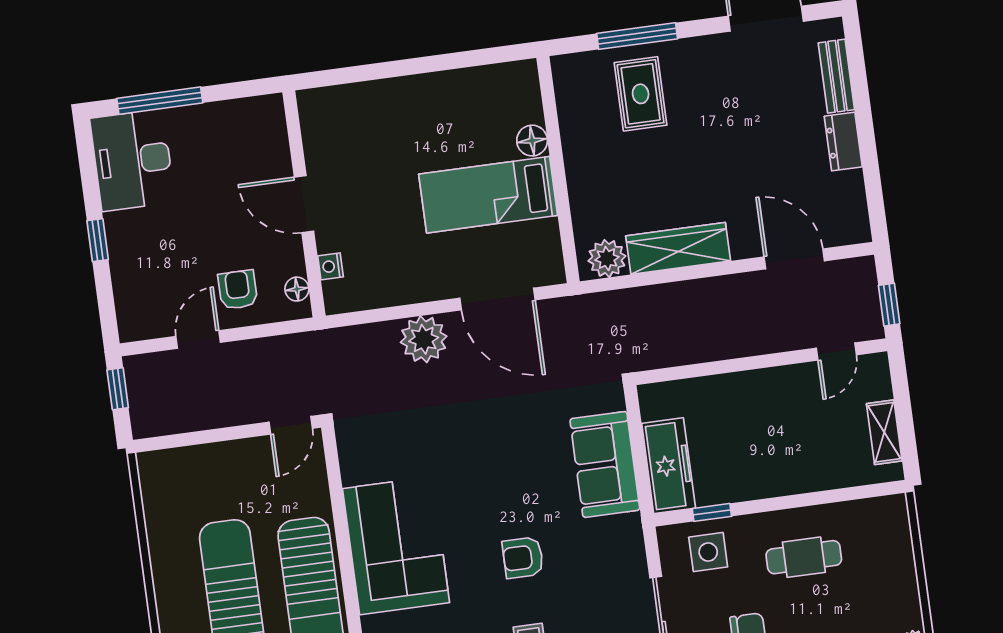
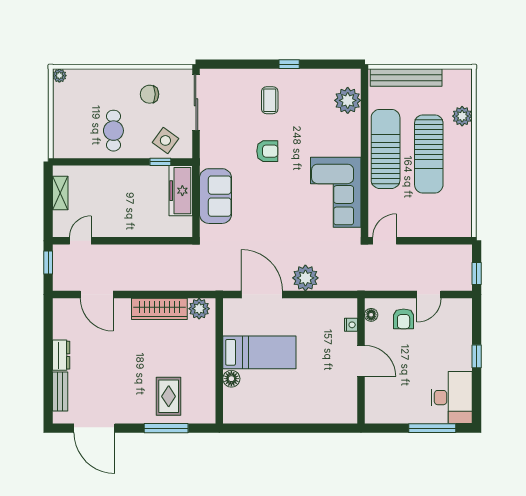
corner sofa: (396, 546) -> (336, 192), moved
side table: (708, 552) -> (165, 140), turned 36
cafe table: (804, 557) -> (113, 131), turned 90

